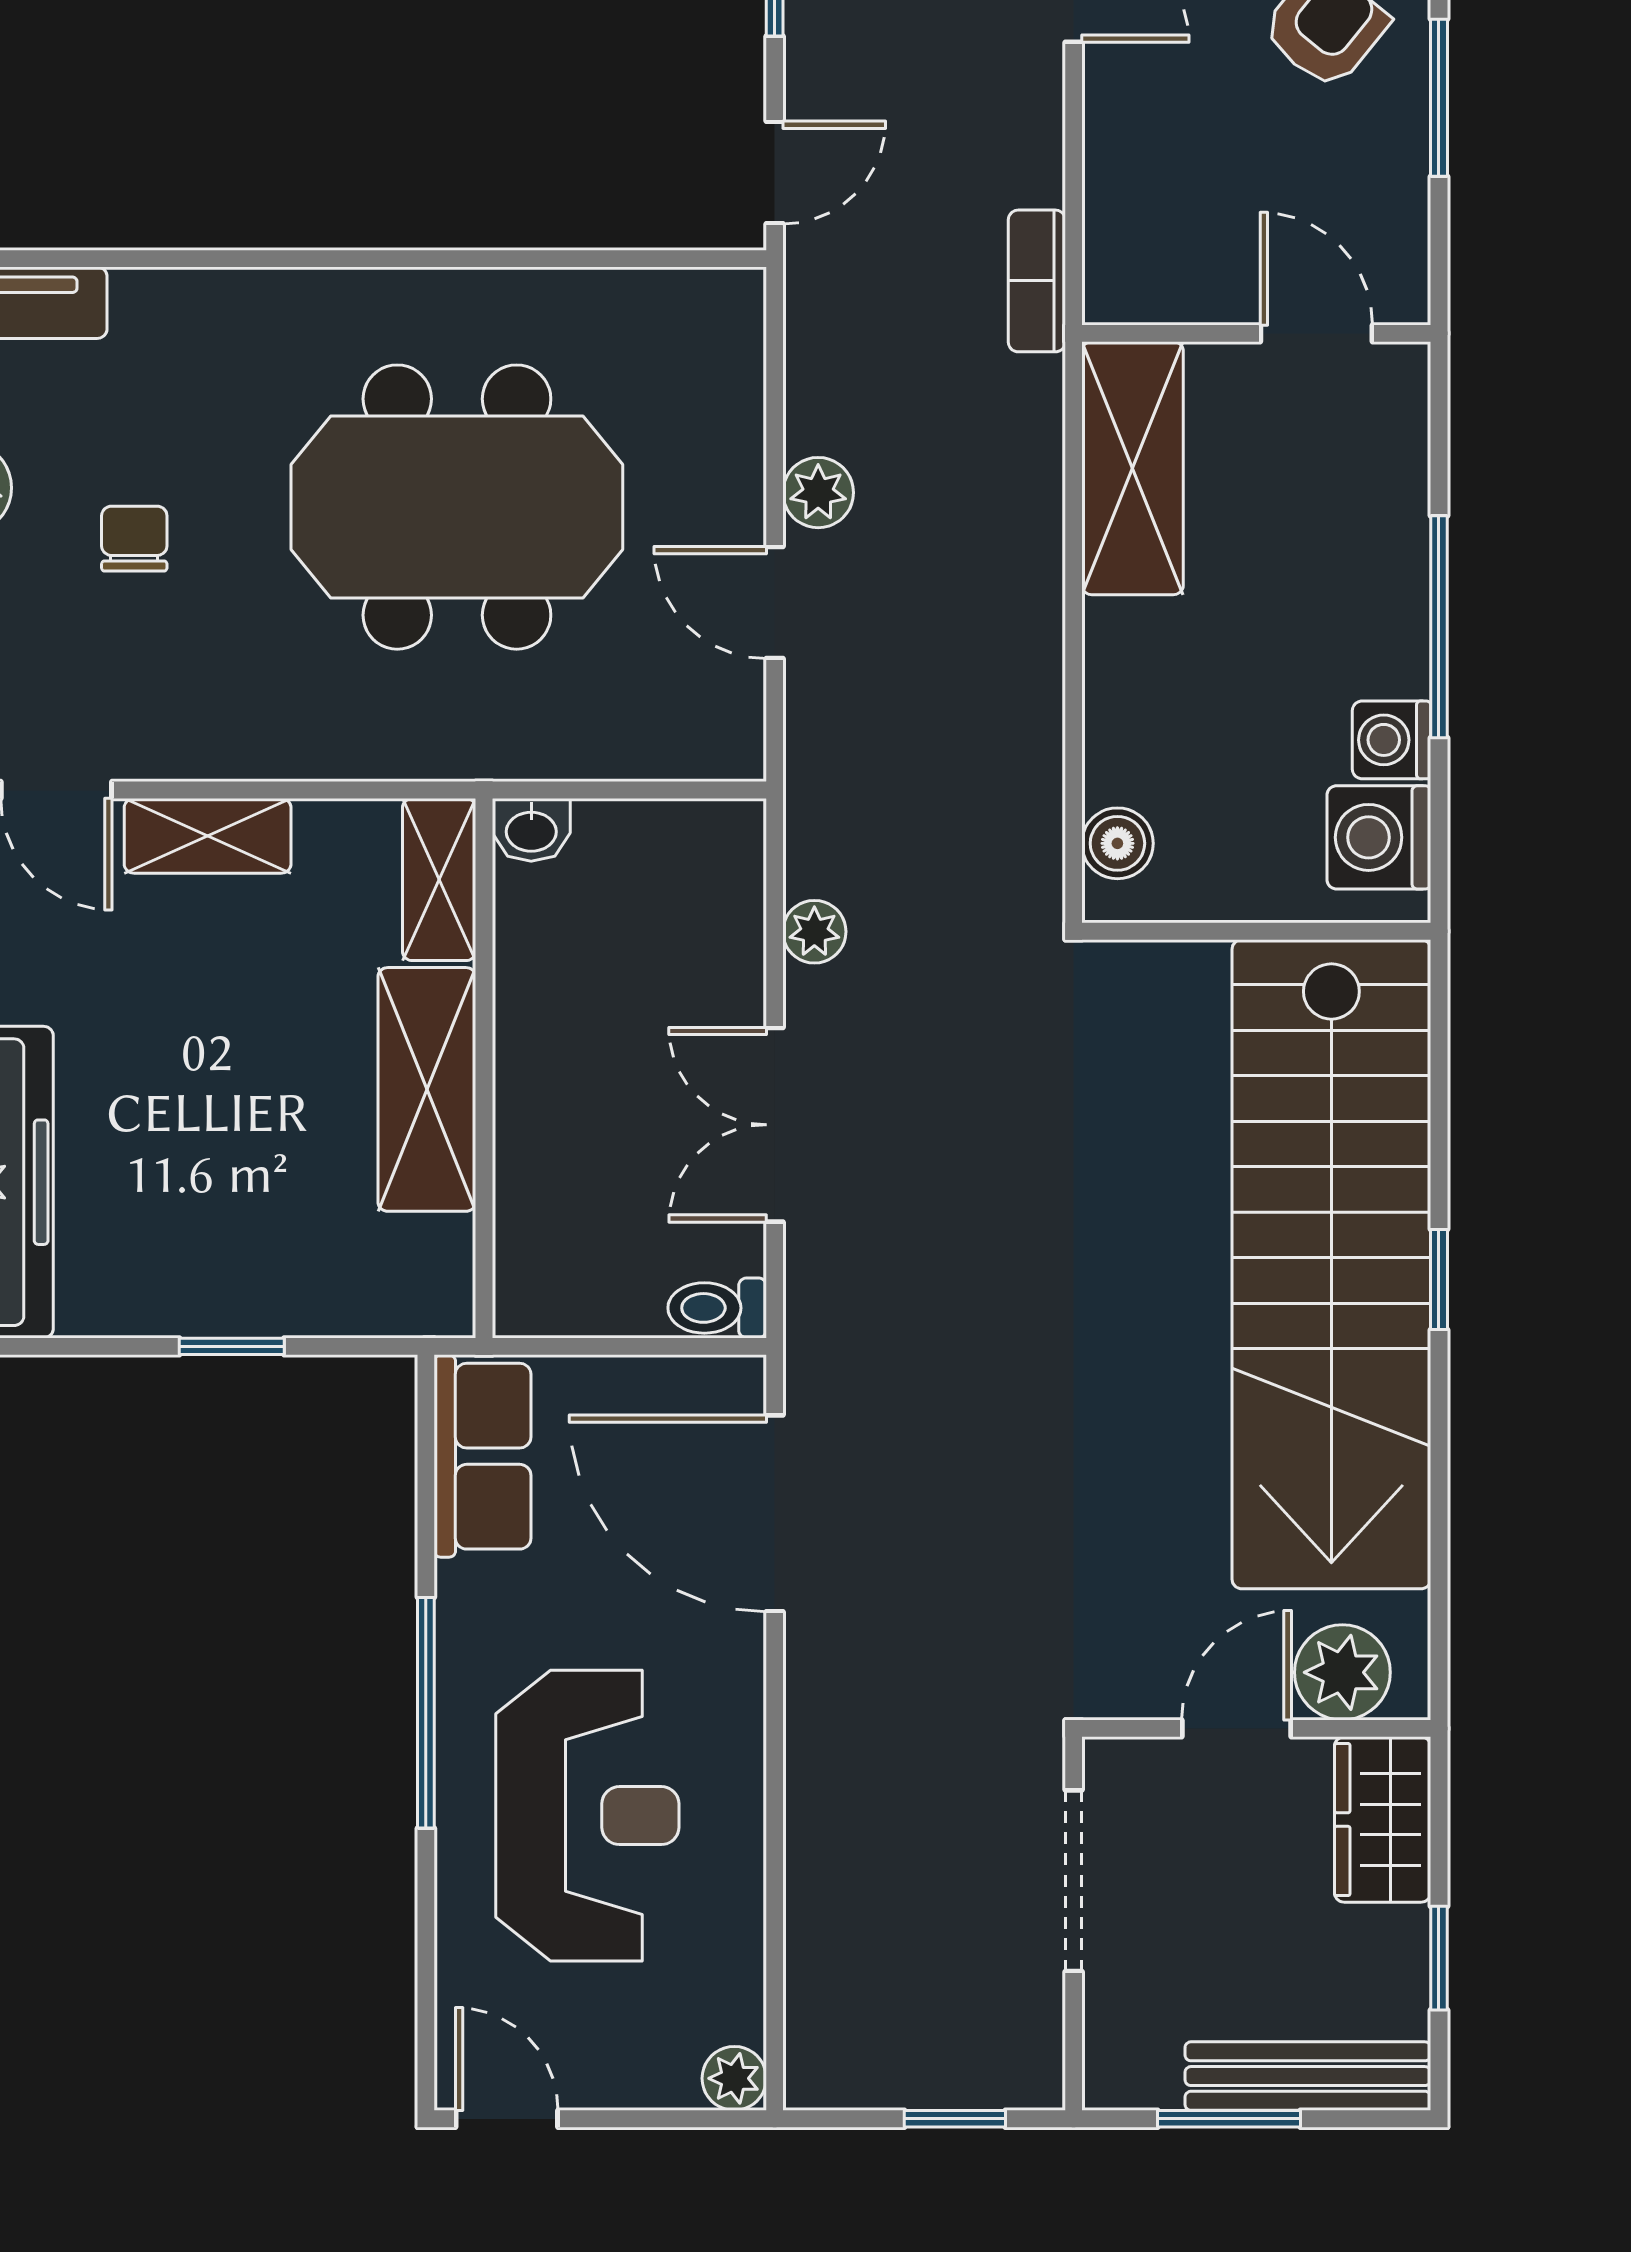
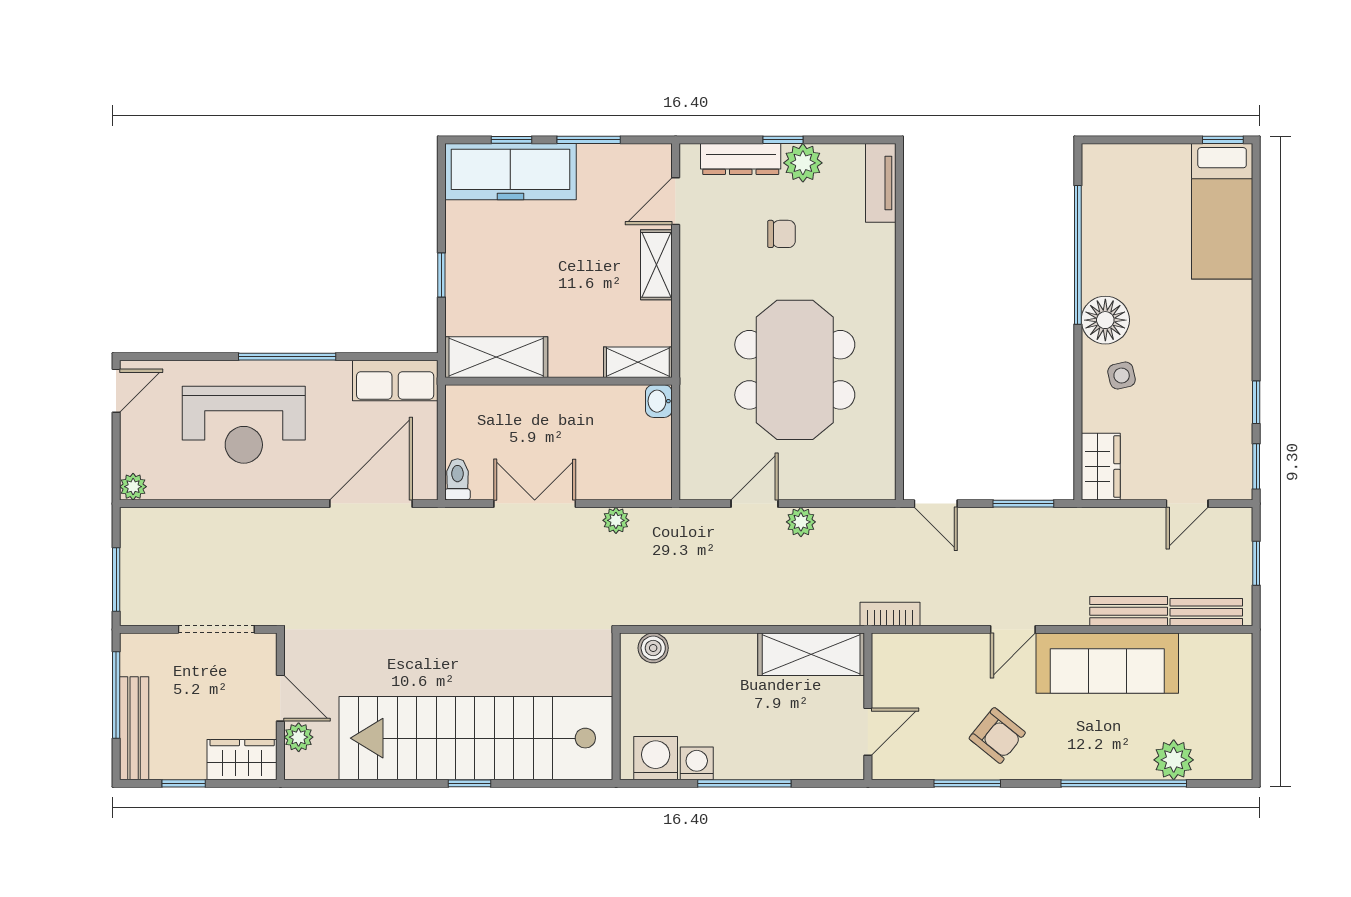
shelving: (427, 1089) -> (496, 357), moved
plant: (1342, 1672) -> (299, 737), width x0.73, depth x0.73
window: (955, 2119) -> (116, 580), width x1.50
window: (1229, 2119) -> (116, 695), width x1.44

